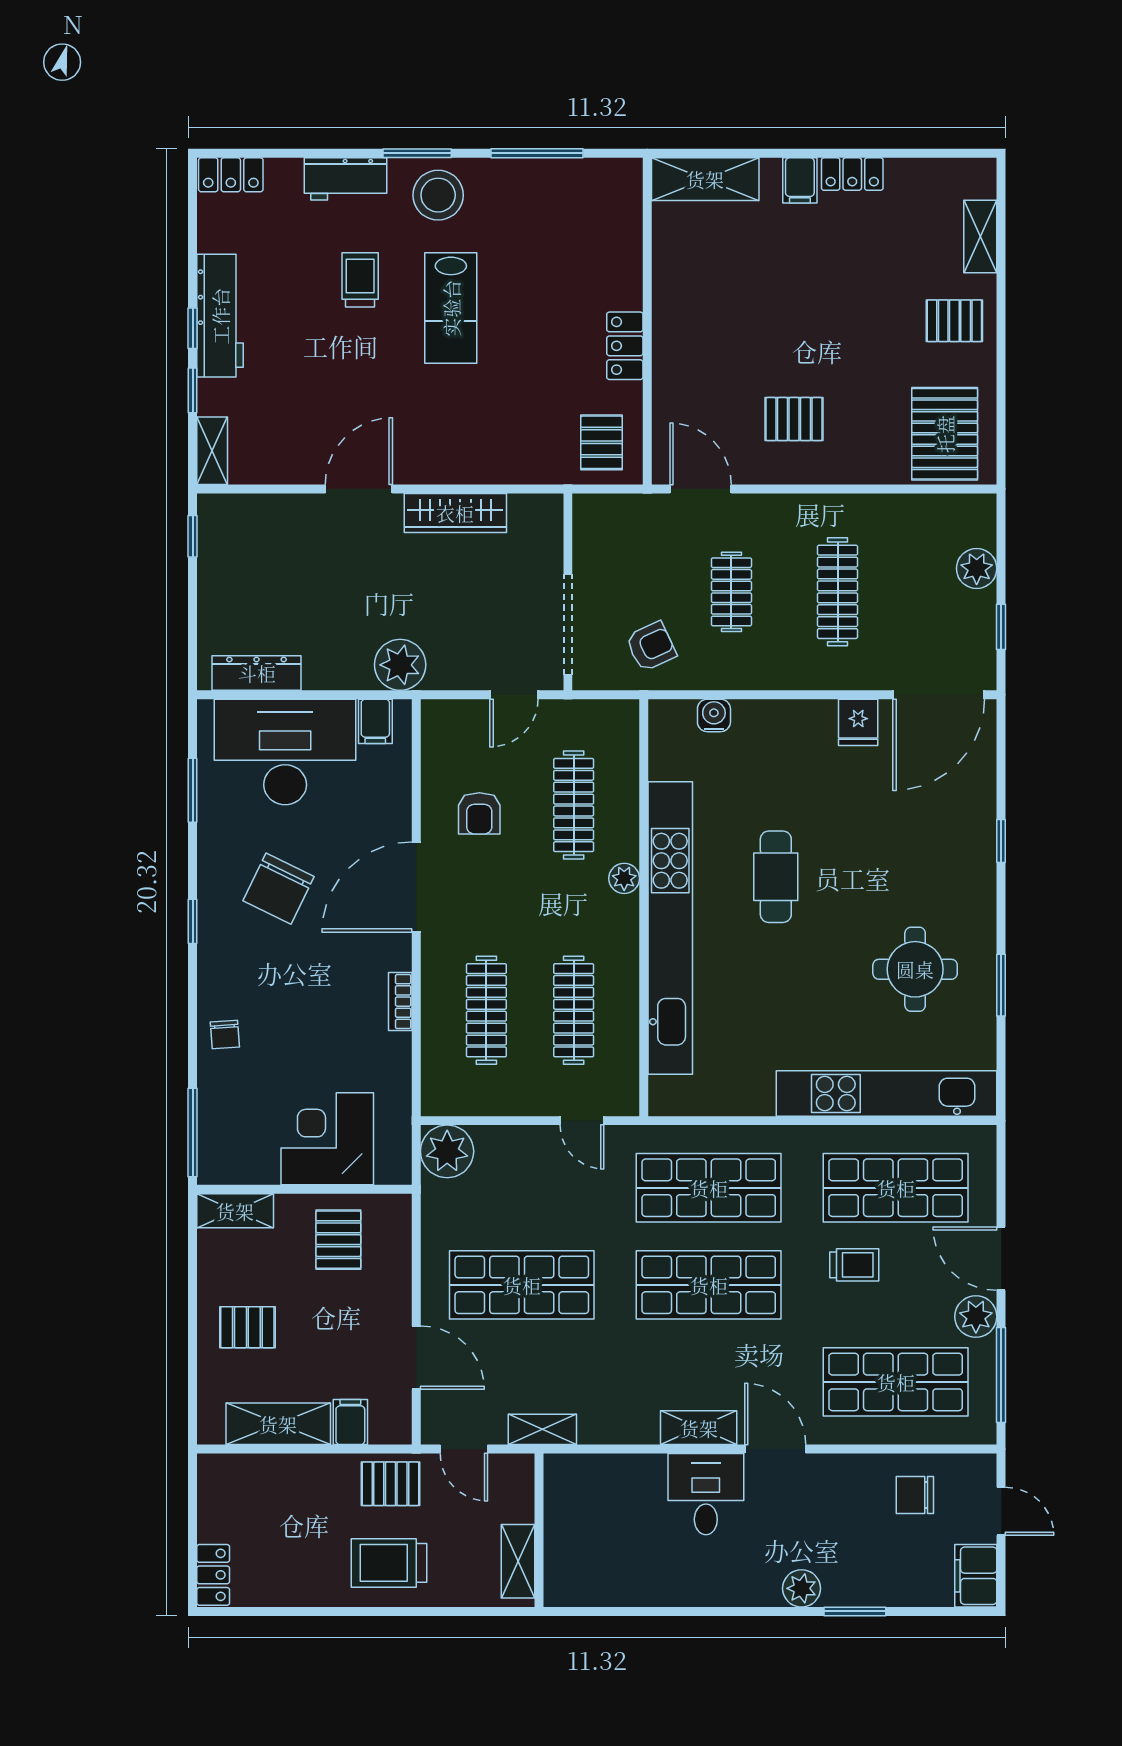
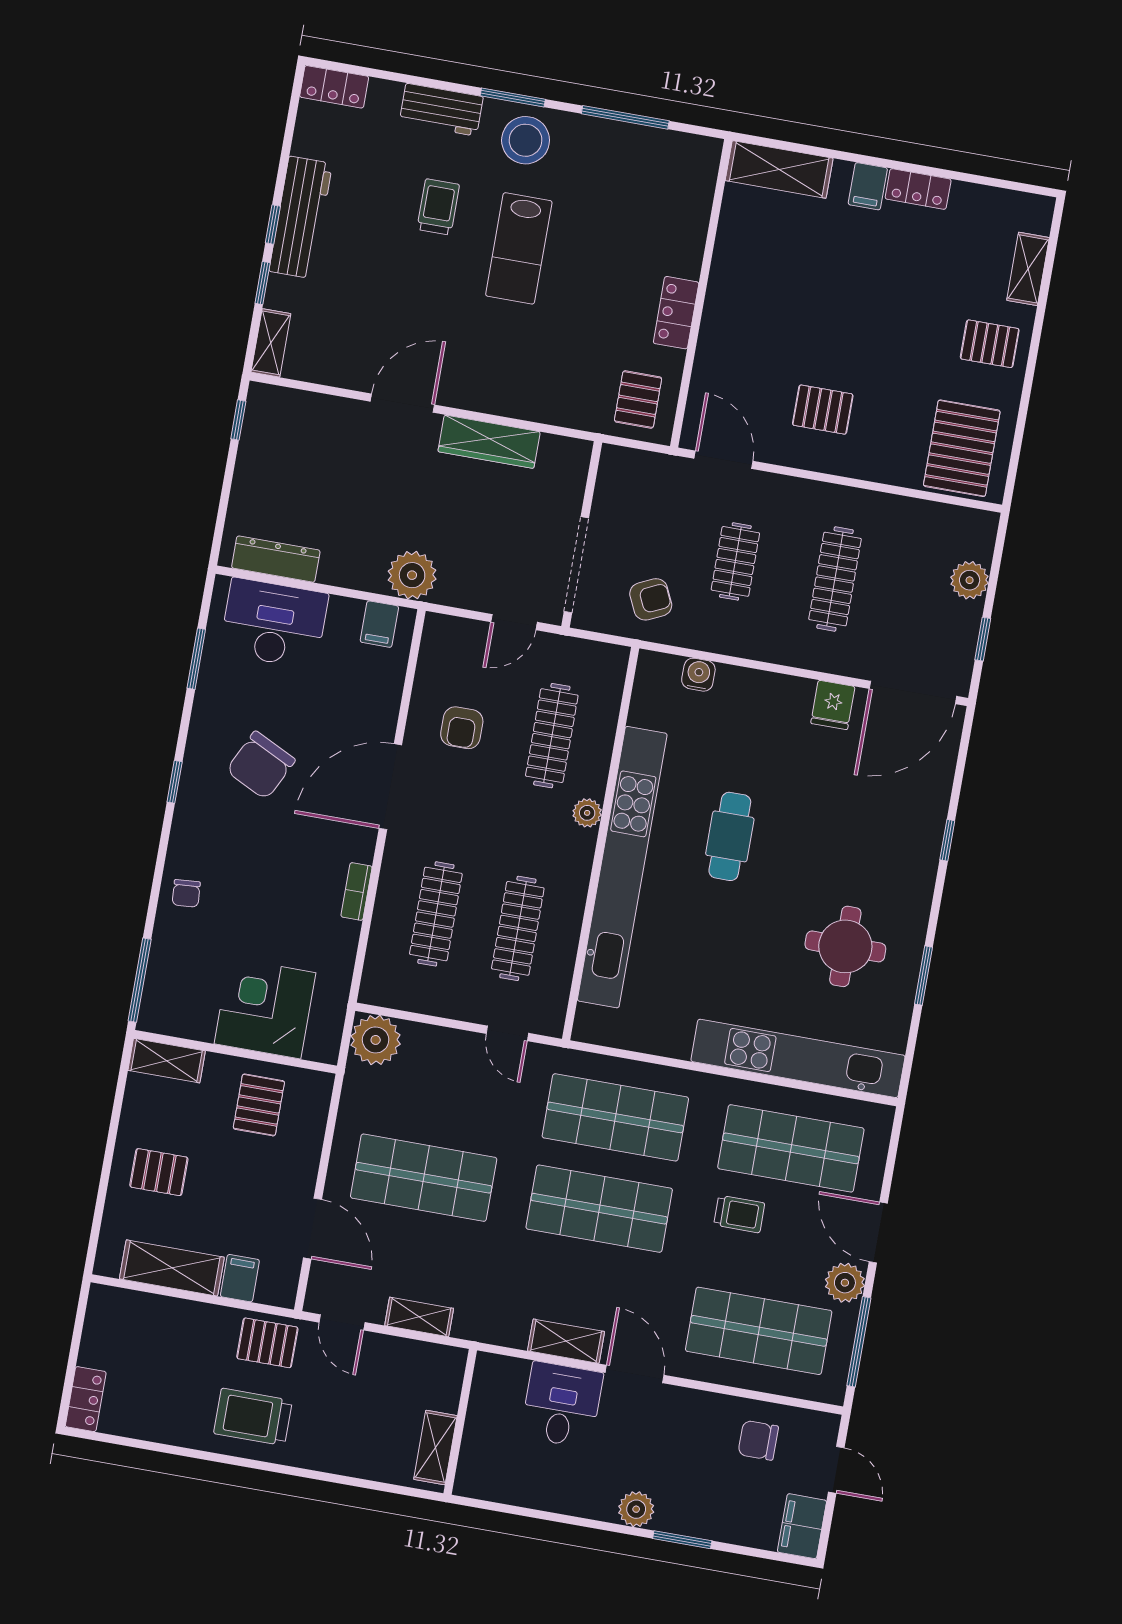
desk: (285, 752) -> (274, 623), width x0.73, depth x0.77
wall: (539, 1530) -> (460, 1422), moved
shelving: (518, 1561) -> (435, 1448), moved

